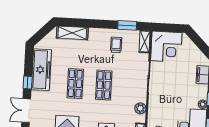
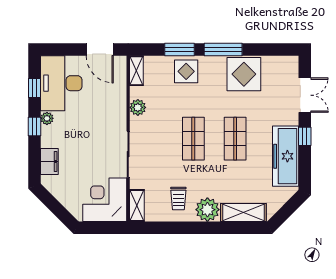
window: (127, 25) -> (164, 228), removed
plant: (97, 36) -> (207, 210), added

